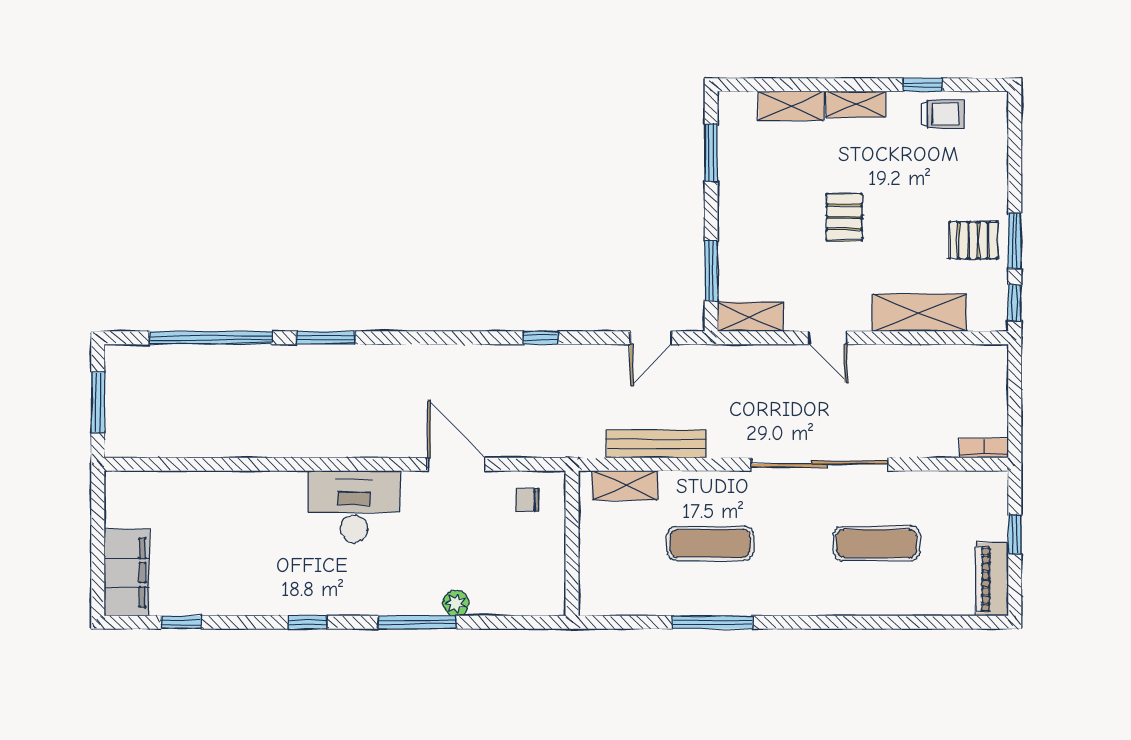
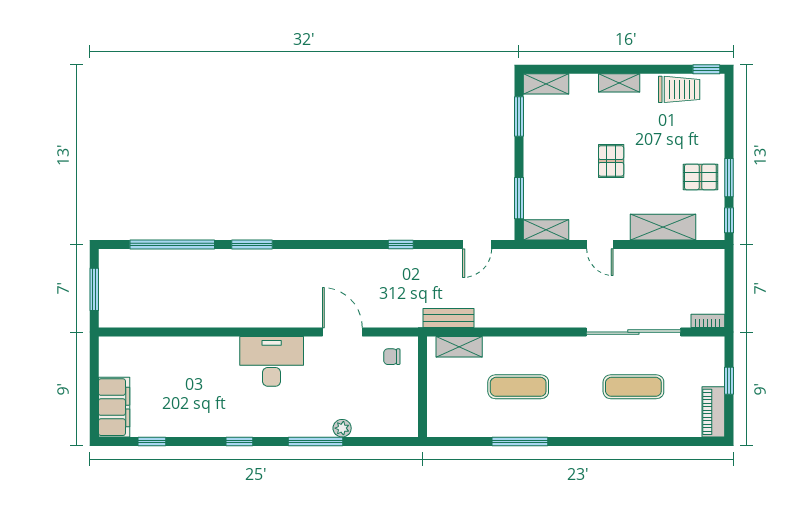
window: (922, 85) -> (706, 69), moved
shelving: (791, 106) -> (546, 84), moved
trolley: (943, 114) -> (679, 89), width x1.36, depth x1.39
bench: (656, 444) -> (449, 318), moved, width x0.73
sliding door: (820, 464) -> (633, 332), moved

